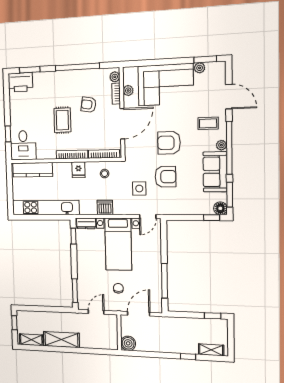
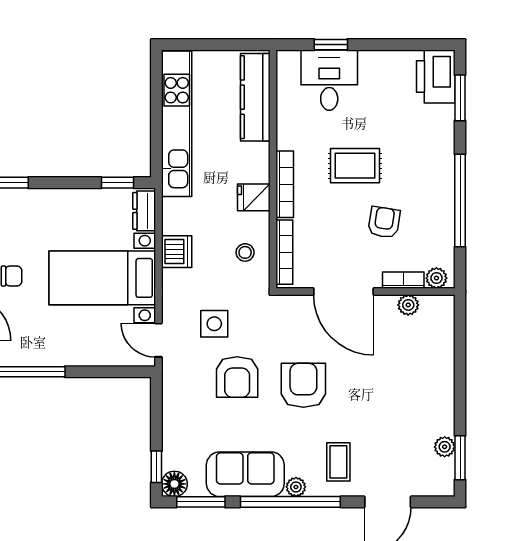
corner sofa: (166, 85) -> (416, 380), removed
desk: (23, 145) -> (329, 80), moved, turned 90

